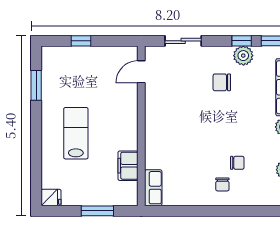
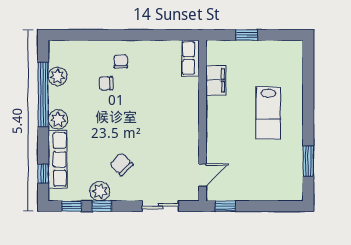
window: (81, 41) -> (225, 206), moved
chair: (222, 82) -> (121, 164), turned -133
fridge: (51, 197) -> (293, 48), removed
window: (97, 211) -> (247, 35), width x0.67

